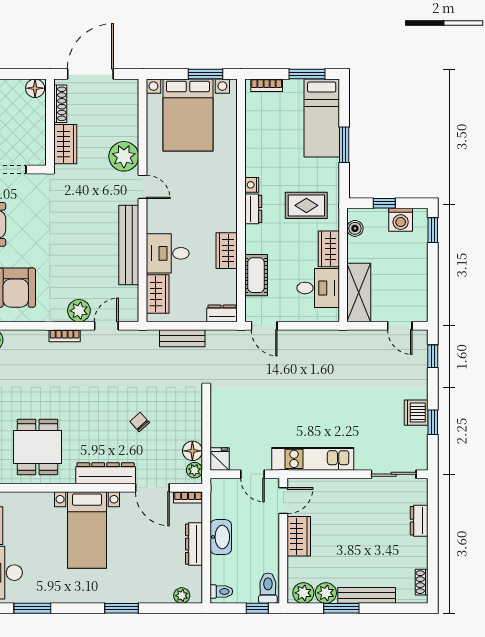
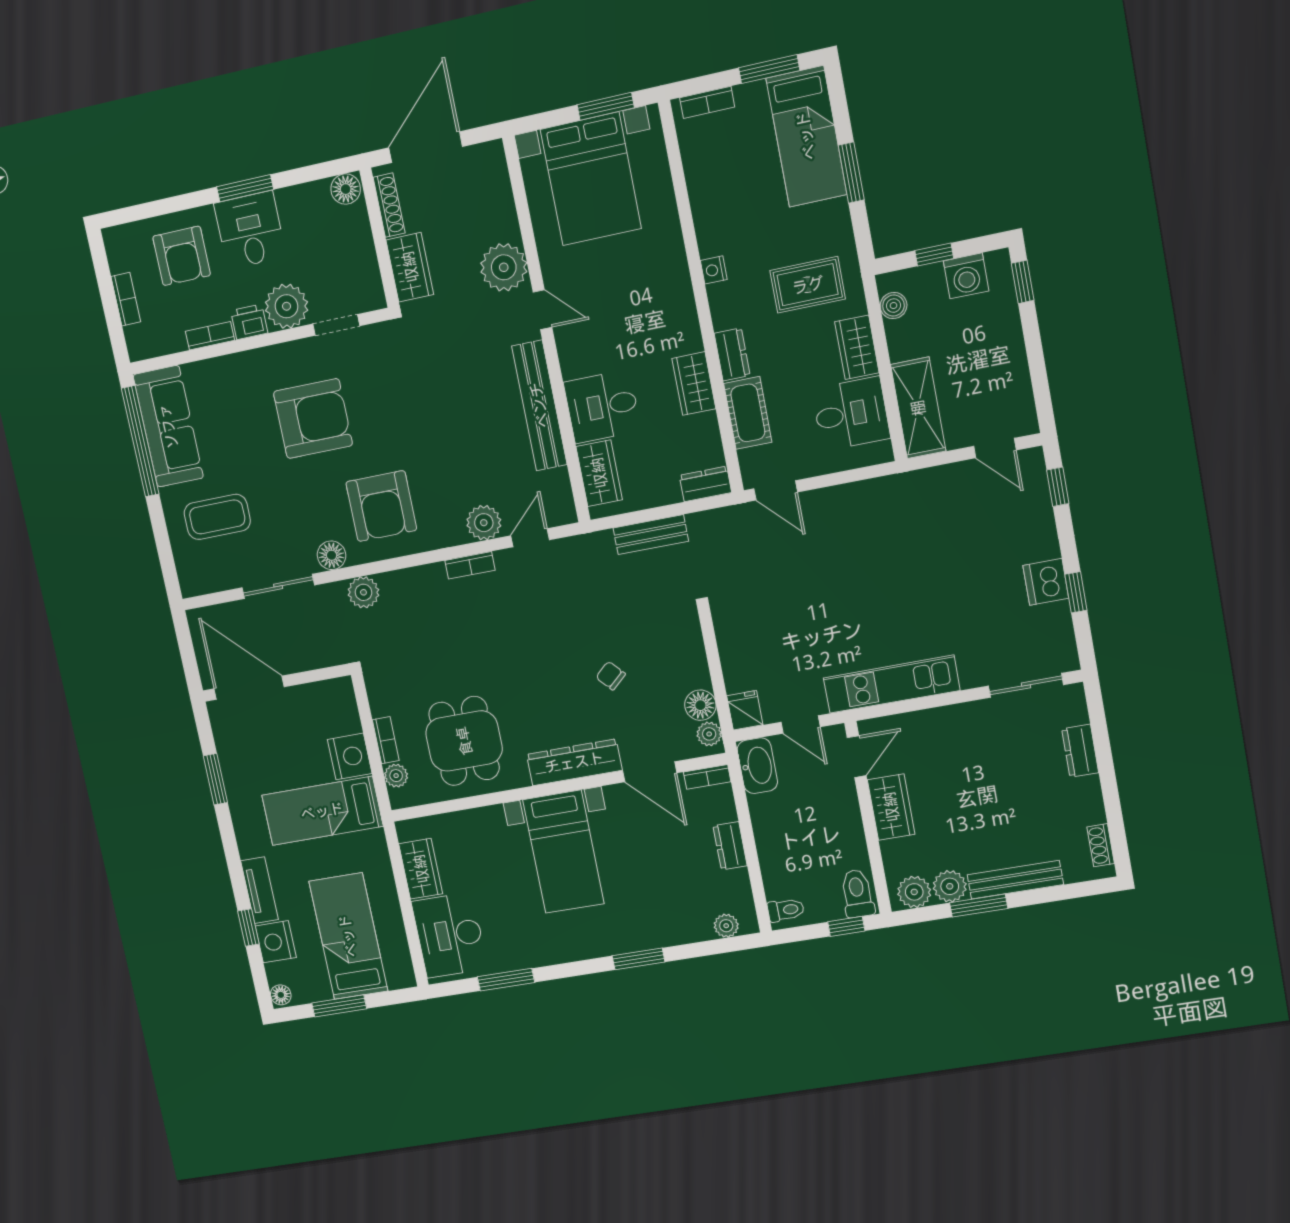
dresser: (253, 209) -> (732, 354), moved
washbasin: (221, 537) -> (757, 766), moved
dresser: (194, 544) -> (730, 846), width x0.70

